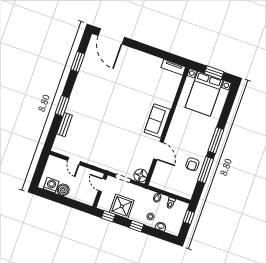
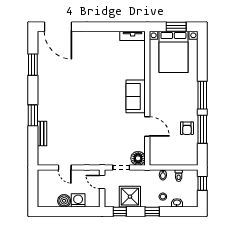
washing machine: (51, 185) -> (78, 200), moved

